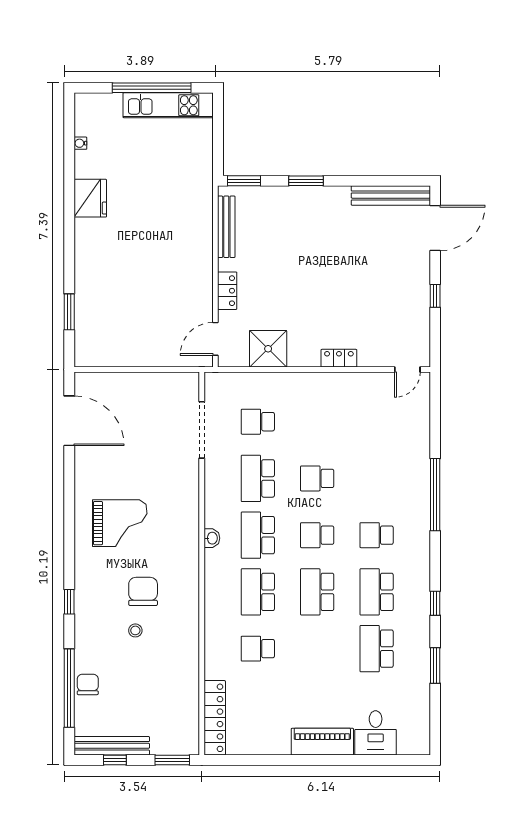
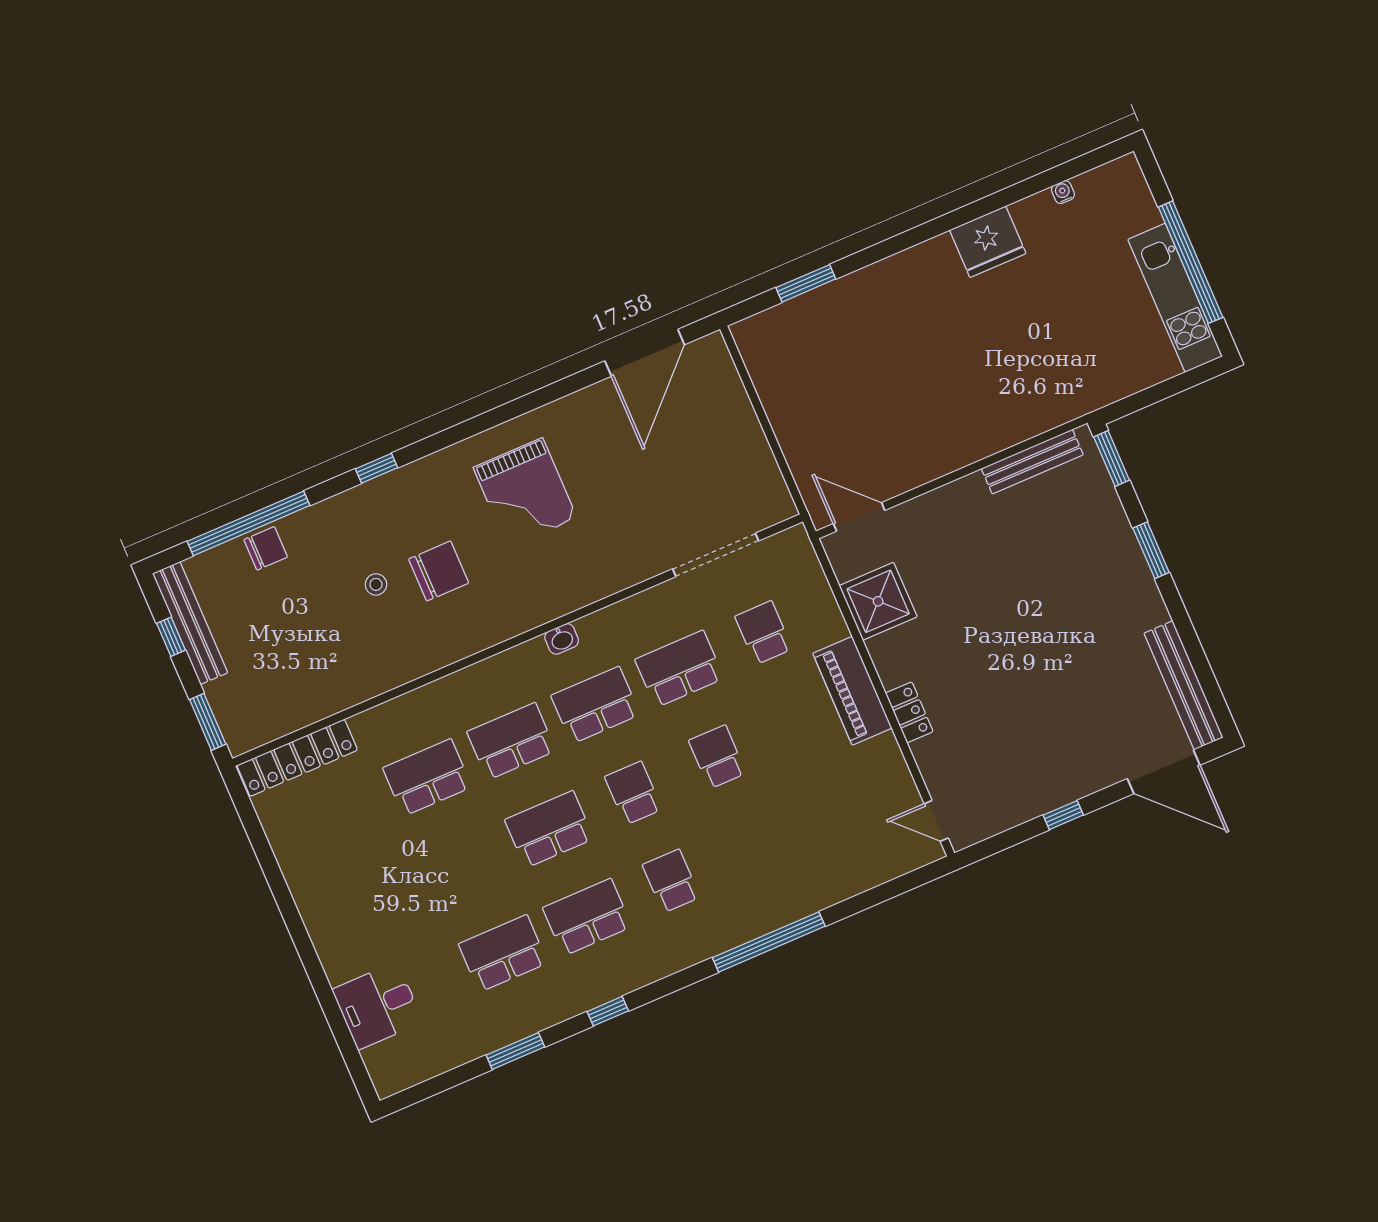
locker: (227, 291) -> (938, 504), removed
school desk: (258, 649) -> (427, 777), width x1.85
piano: (322, 742) -> (852, 691), moved, turned 180

